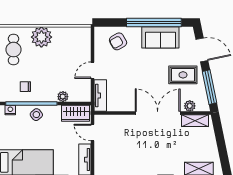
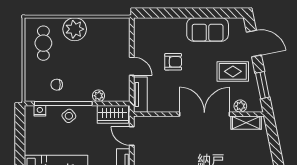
window: (154, 23) -> (200, 13), removed
armchair: (118, 41) -> (173, 62), moved, turned -150
door: (93, 70) -> (132, 66), swing flipped
window: (209, 87) -> (262, 85), width x0.69

